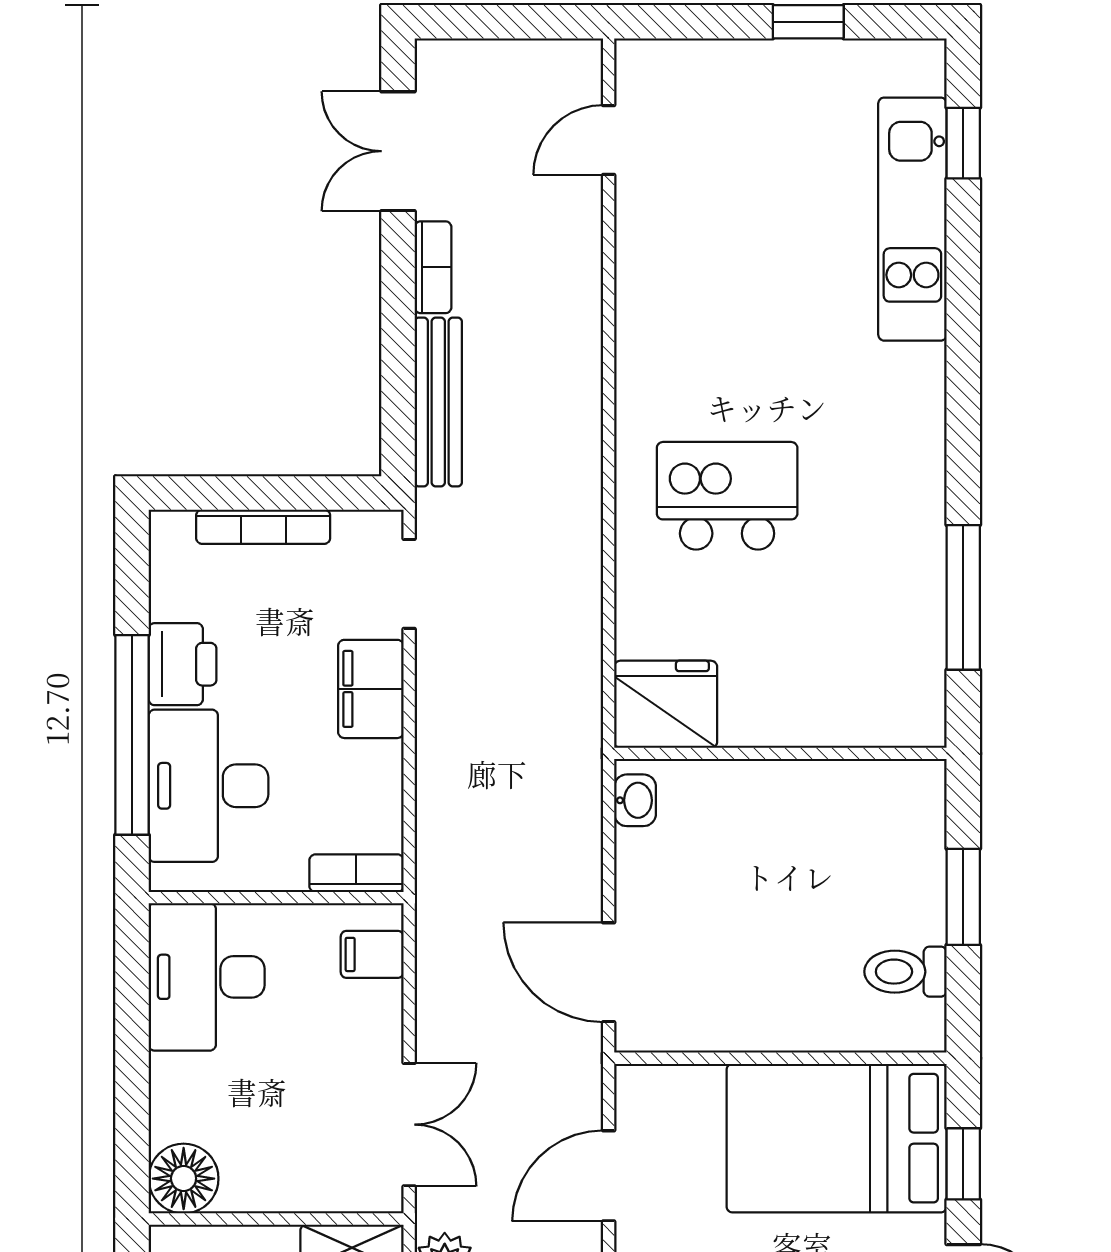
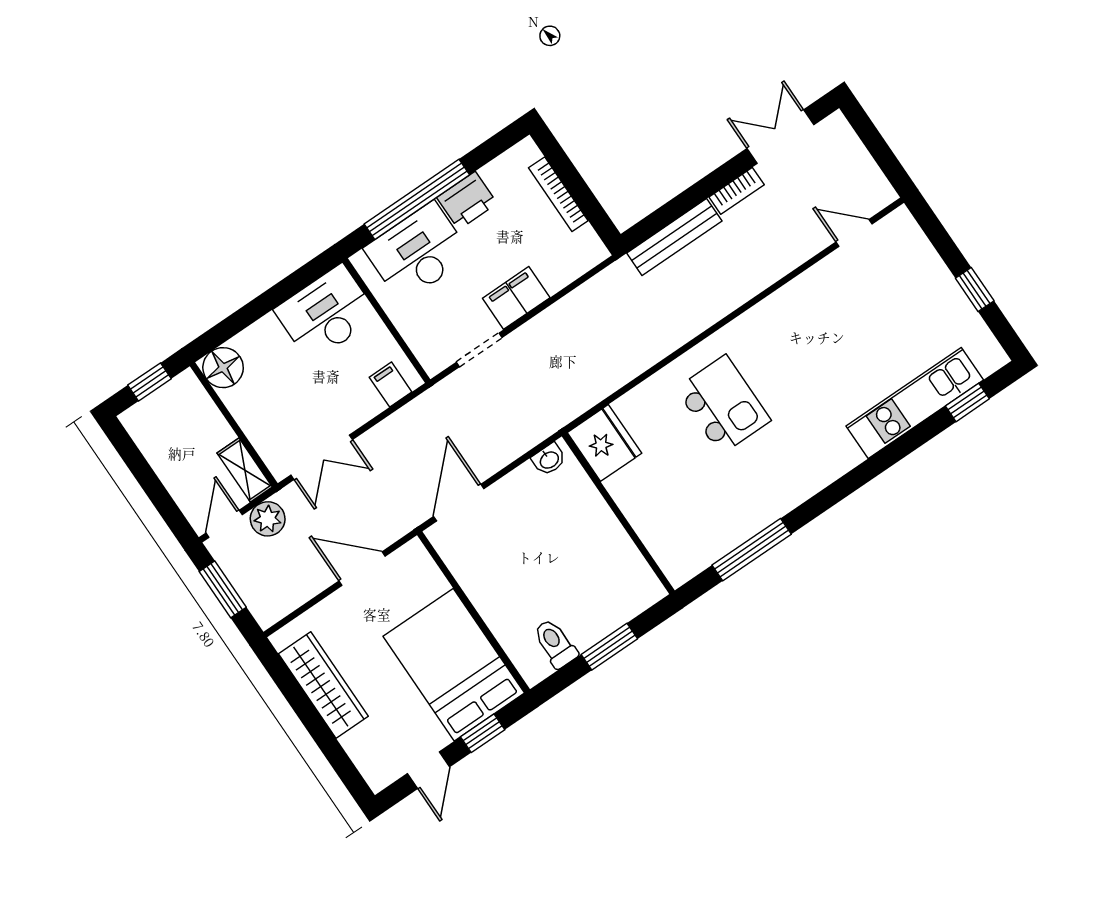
doorway: (409, 584) -> (479, 350), moved
bookcase: (356, 873) -> (424, 351), removed

